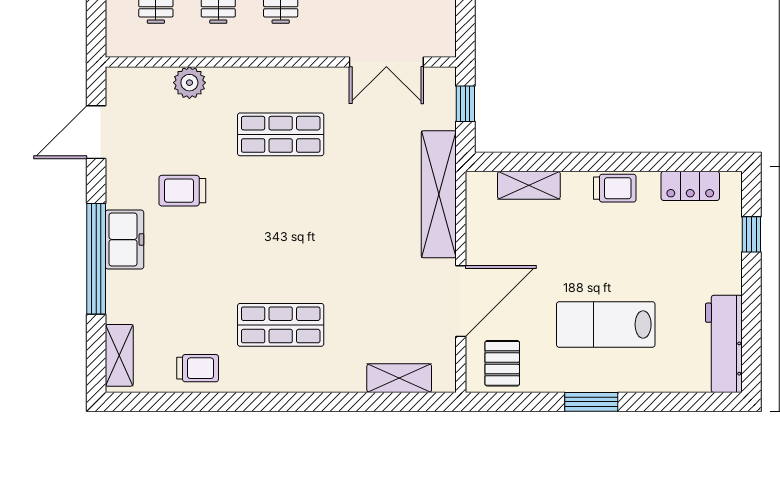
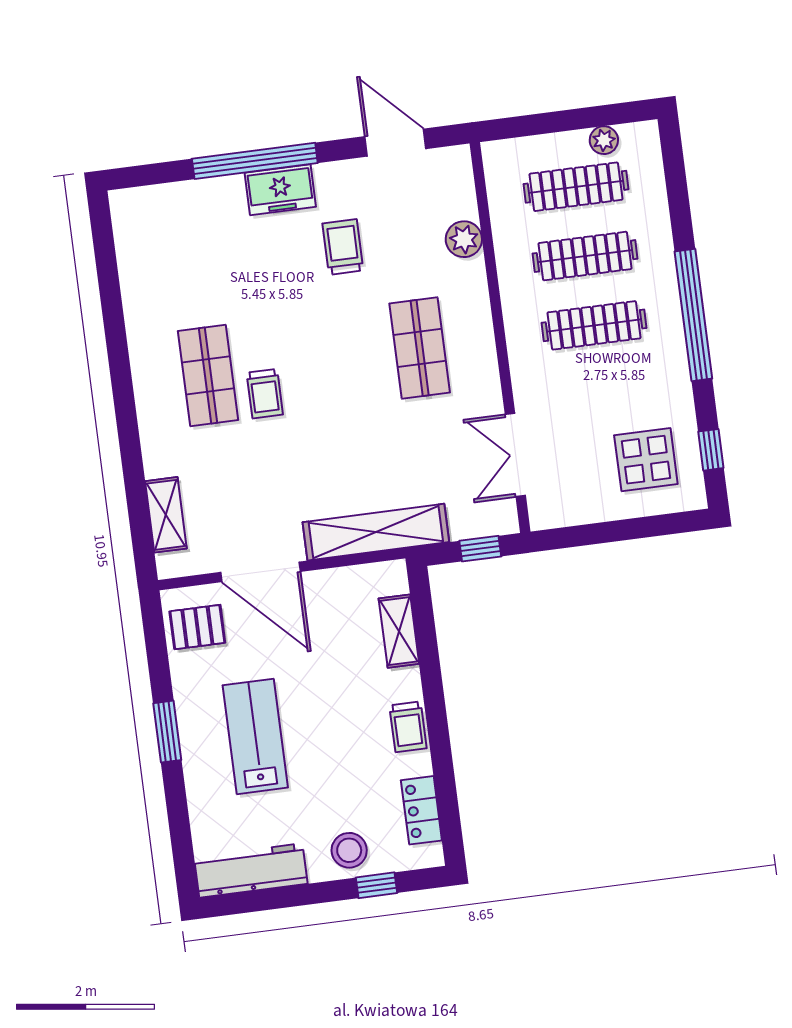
stool: (717, 255) -> (349, 850), added
shelving: (119, 355) -> (151, 201), removed
trolley: (198, 368) -> (265, 394), moved

